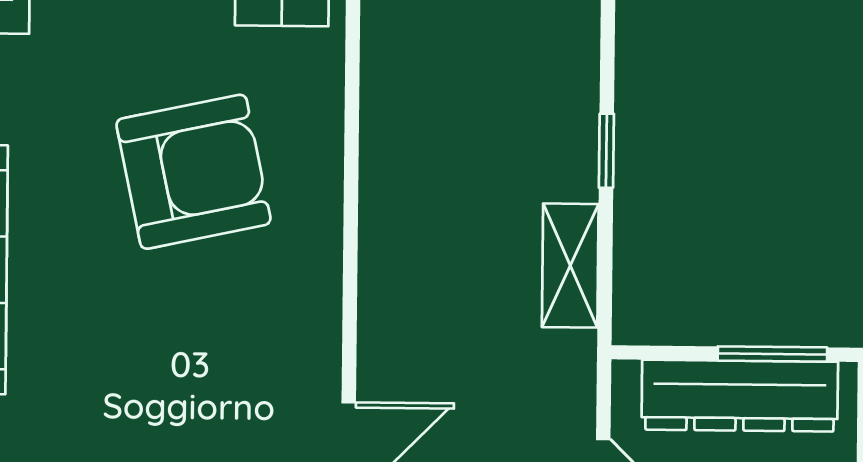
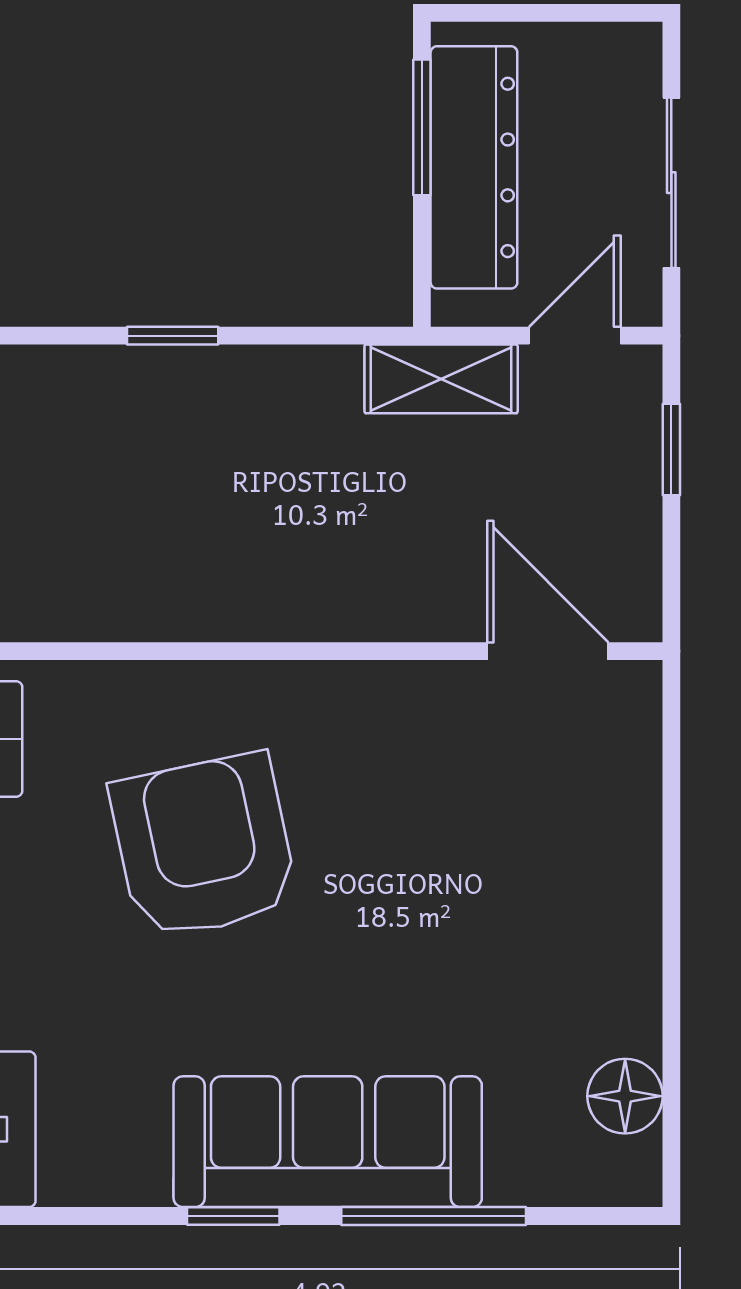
shelving: (570, 266) -> (441, 379), moved

